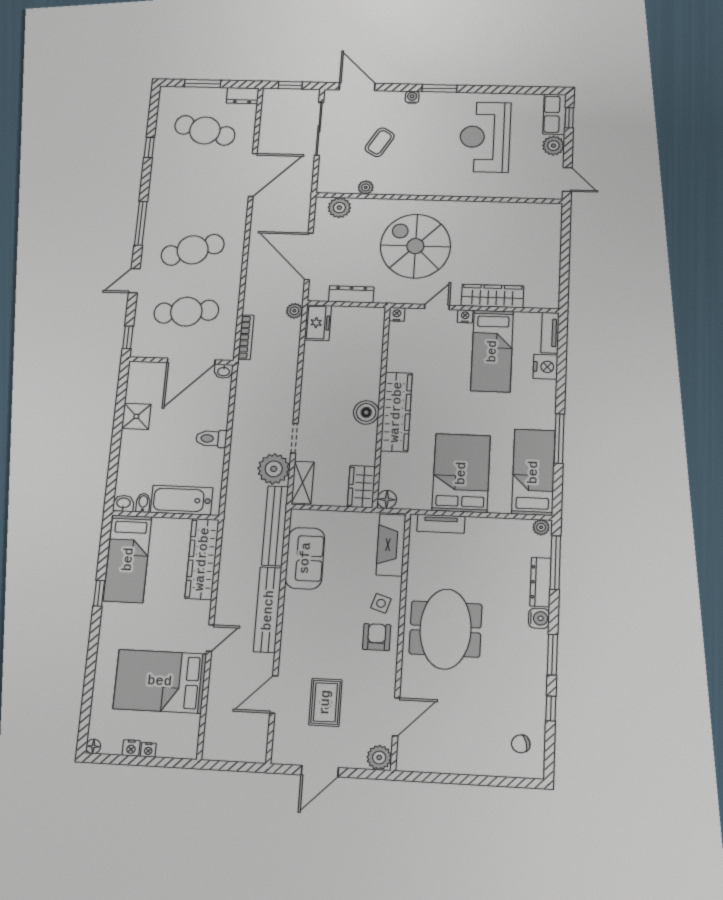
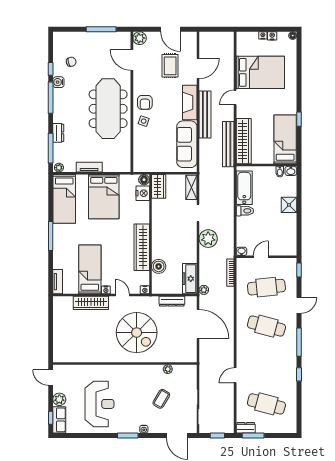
window: (203, 83) -> (253, 435), moved
window: (149, 148) -> (299, 374), moved
door: (253, 175) -> (235, 375), width x0.53
plant: (339, 208) -> (182, 356), removed
cafe table: (193, 250) -> (266, 326), turned 33
door: (437, 307) -> (122, 295), swing flipped
freezer: (318, 323) -> (190, 279), width x1.40
door: (191, 361) -> (261, 257), width x0.53
nightstand: (545, 367) -> (143, 193), moved, turned 180
boiler: (366, 412) -> (159, 266), moved
wardrobe: (396, 412) -> (142, 247), moved
shower: (136, 416) -> (289, 205), moved
window: (559, 439) -> (51, 236), moved
plant: (274, 469) -> (208, 239), moved
bathtub: (182, 500) -> (244, 188), moved, turned -90
tv unit: (441, 524) -> (89, 167), moved
bench: (275, 526) -> (228, 144), moved
fireplace: (391, 545) -> (190, 102), moved, turned 180
sofa: (305, 558) -> (187, 144), width x1.36
dresser: (541, 582) -> (58, 133), width x0.70
water cooler: (539, 618) -> (58, 82), moved
meeting table: (446, 629) -> (108, 109), width x1.36
window: (552, 655) -> (51, 98), width x1.44
door: (396, 717) -> (132, 60), hinge flipped
chair: (521, 744) -> (71, 62), moved
door: (320, 771) -> (170, 29), swing flipped
window: (451, 779) -> (101, 29), added

